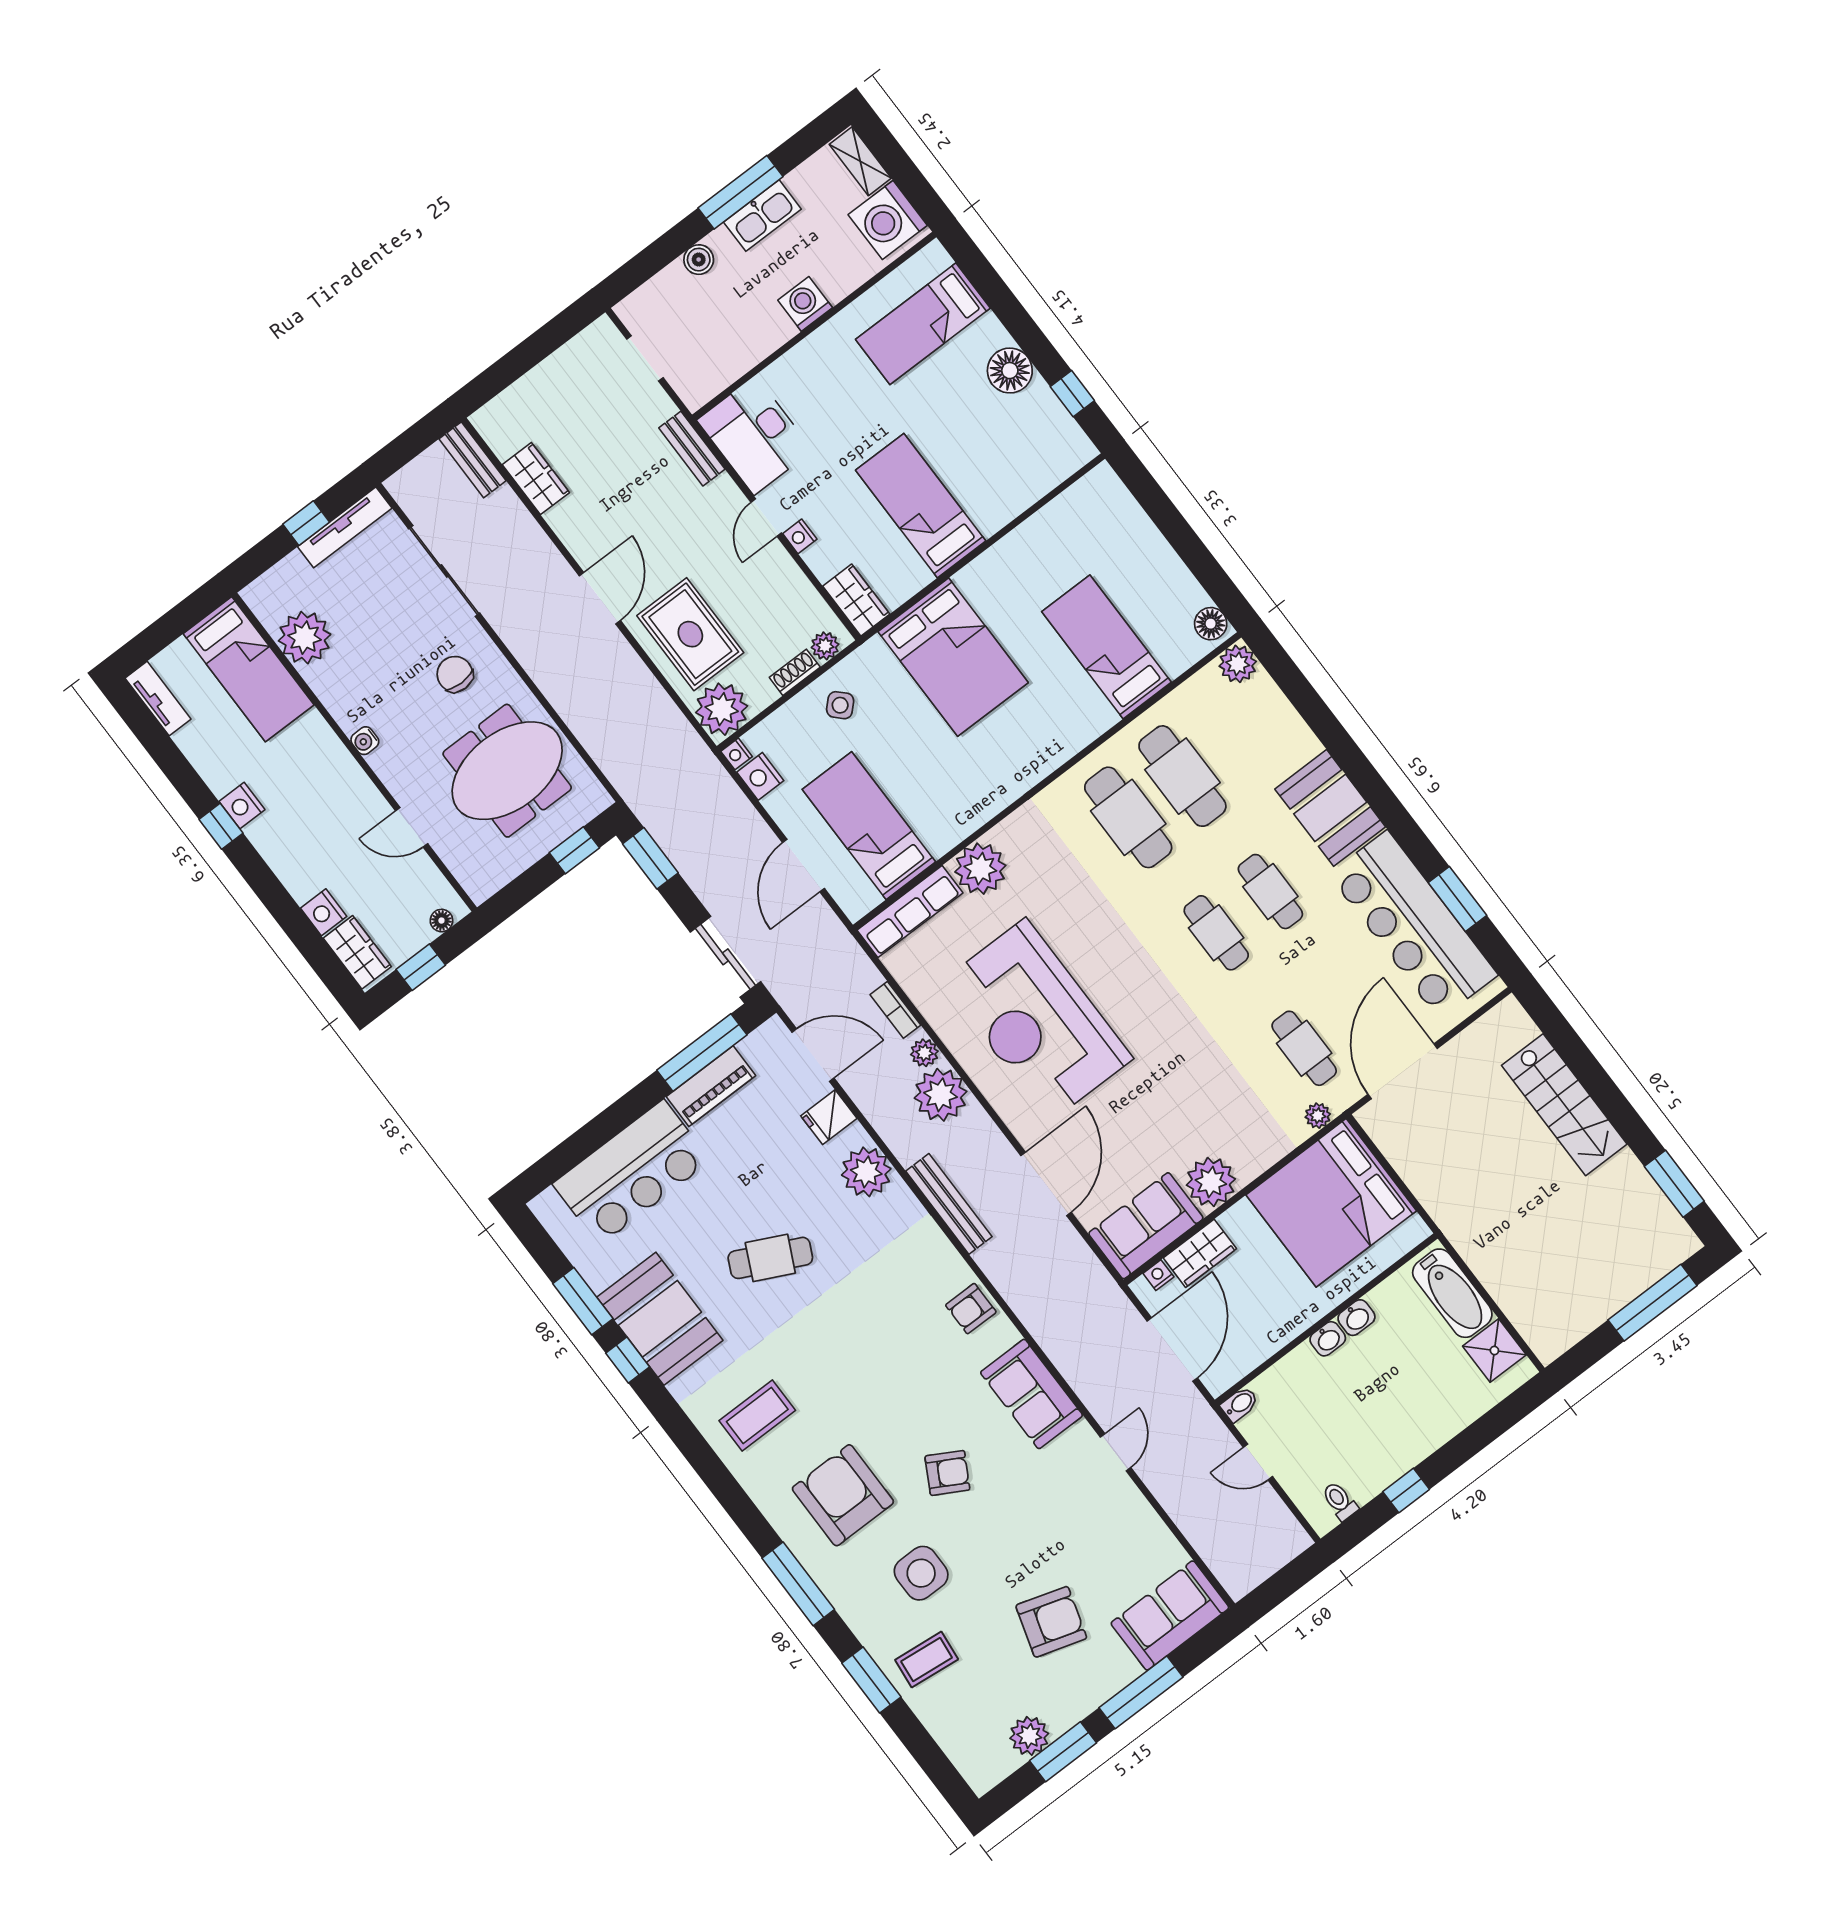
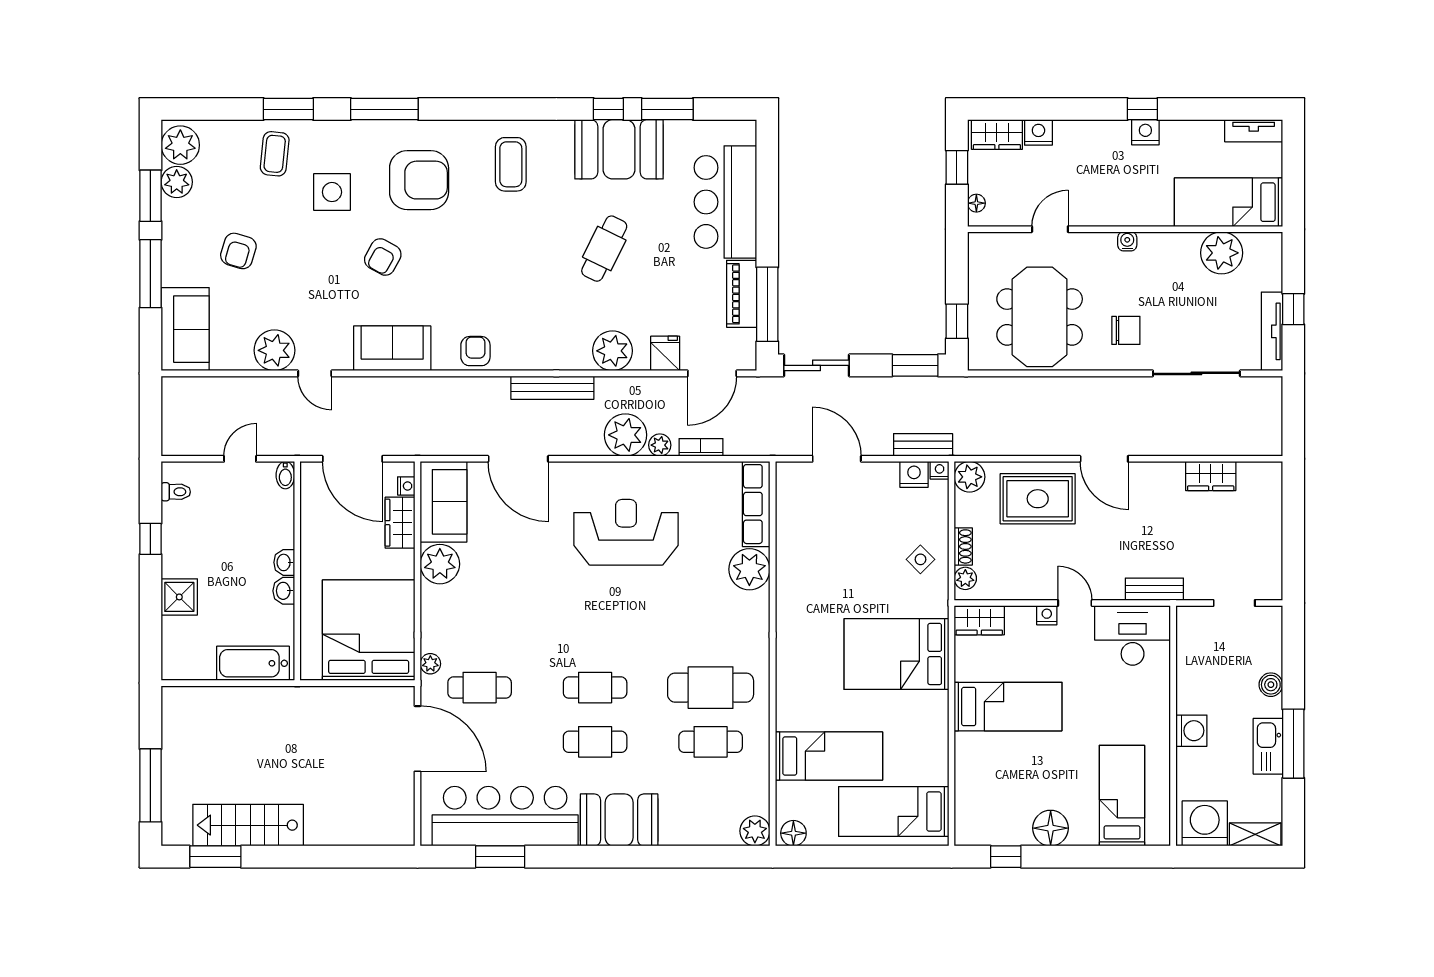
bench: (472, 460) -> (923, 445), moved
plant: (722, 709) -> (969, 477), width x0.73, depth x0.73
cafe table: (1182, 776) -> (711, 742), width x0.73, depth x0.74
bed: (869, 826) -> (894, 811), moved, turned 180
reception desk: (1037, 1020) -> (626, 532), width x0.74, depth x0.77
stairs: (1564, 1105) -> (248, 825), moved
shower: (1494, 1351) -> (179, 597), moved
plant: (1123, 1510) -> (274, 350), added
armchair: (1051, 1622) -> (238, 251), width x0.72, depth x0.72
plant: (990, 1760) -> (180, 145), added

